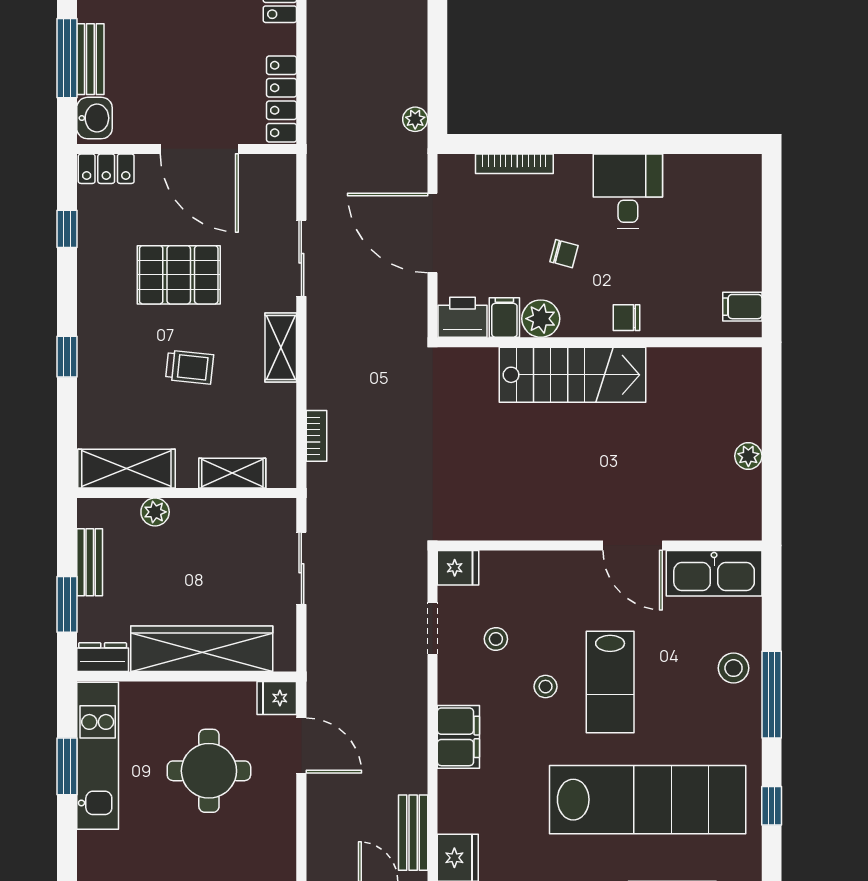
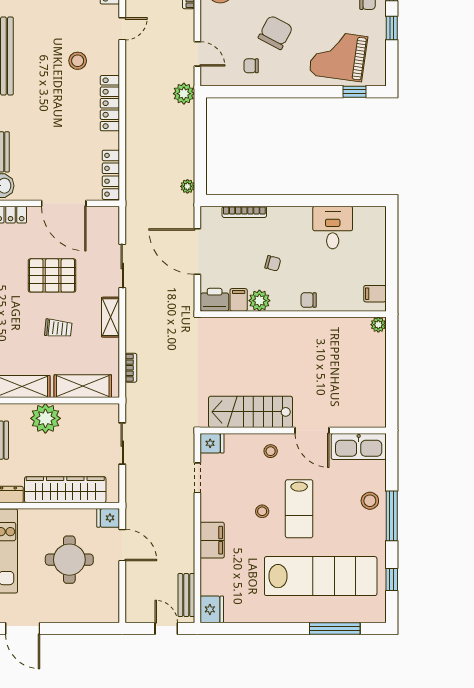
desk: (628, 191) -> (333, 228), moved
stairs: (572, 375) -> (251, 412), moved, turned 180
plant: (748, 456) -> (378, 325), moved
shelving: (232, 473) -> (83, 386), width x1.50, depth x1.33
plant: (155, 512) -> (45, 418), width x1.88, depth x1.88
stool: (496, 639) -> (271, 451), moved

